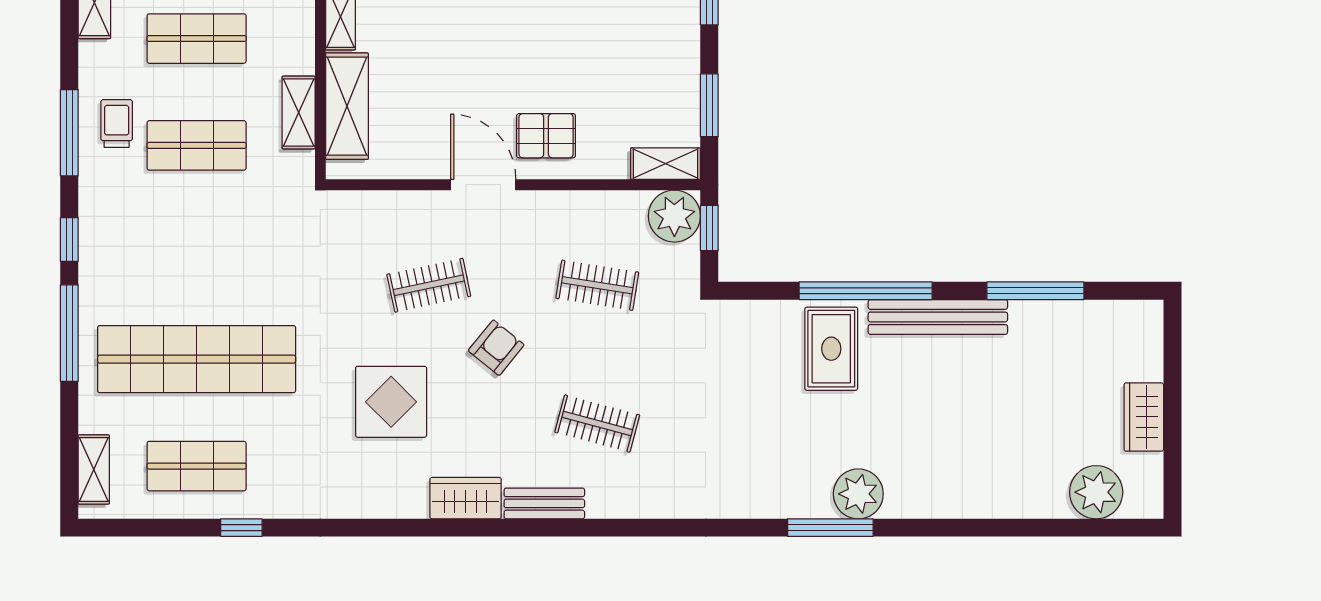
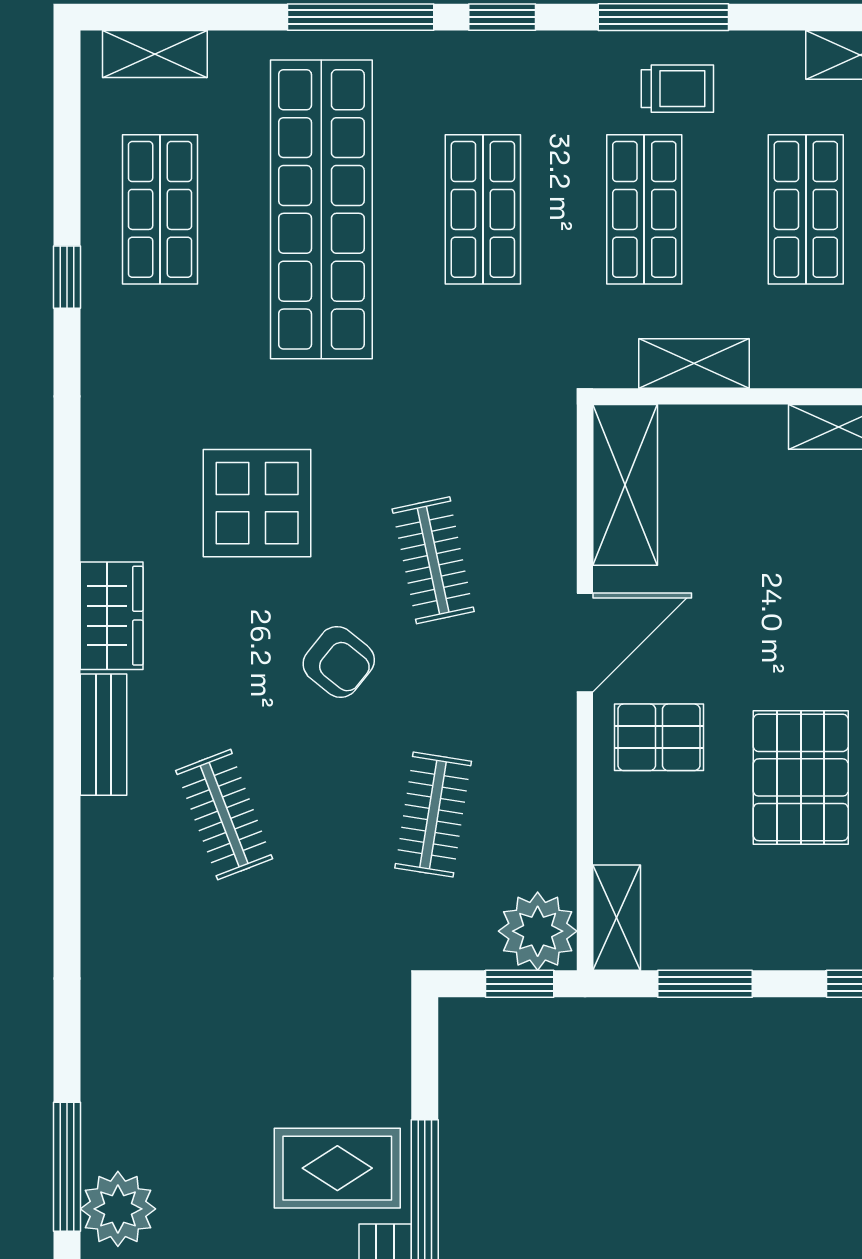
pallet: (573, 42) -> (801, 777), added
shelving: (347, 106) -> (625, 485), moved, turned 90
pallet: (546, 136) -> (659, 737), turned 90
shop shelf: (197, 252) -> (483, 209), added
clothes rail: (597, 424) -> (224, 815), turned -36

